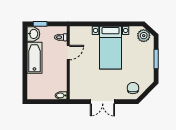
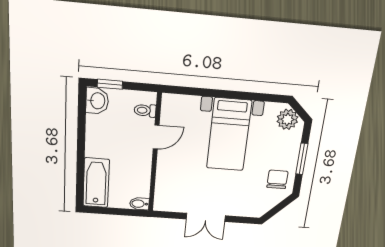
bathtub: (34, 58) -> (96, 183), moved
chair: (133, 88) -> (277, 179), moved

